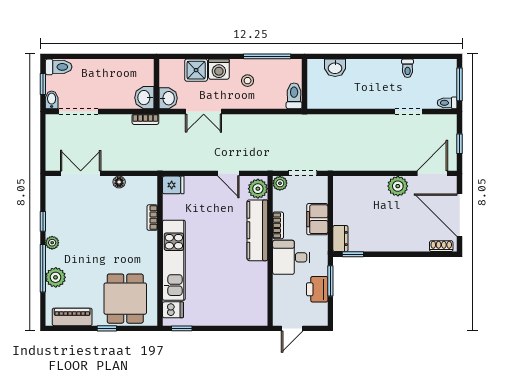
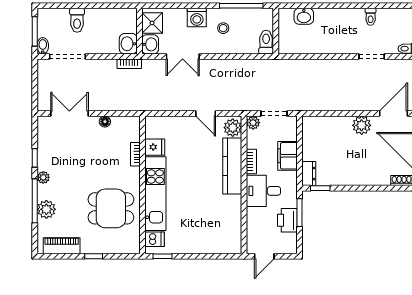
toilet: (59, 67) -> (77, 20), moved, turned 90
shower: (196, 70) -> (152, 23), moved
window: (43, 84) -> (35, 31), width x1.50
fridge: (173, 185) -> (155, 147), moved
dining table: (125, 299) -> (111, 208), moved, turned 90

